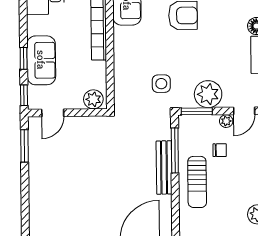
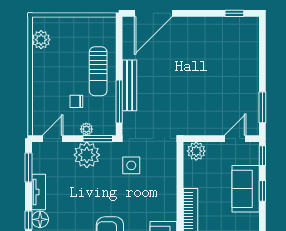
plant: (226, 121) -> (86, 129), moved
sun lounger: (197, 182) -> (98, 71), turned 180

